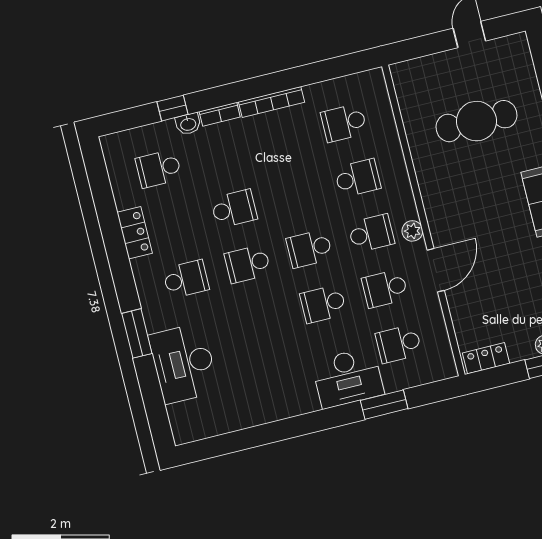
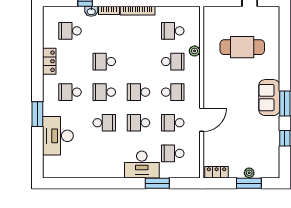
school desk: (234, 209) -> (104, 62), turned 180
plant: (412, 231) -> (195, 51), moved
school desk: (186, 279) -> (70, 92), turned 180
school desk: (261, 319) -> (104, 123), added

